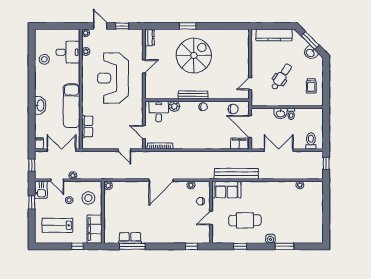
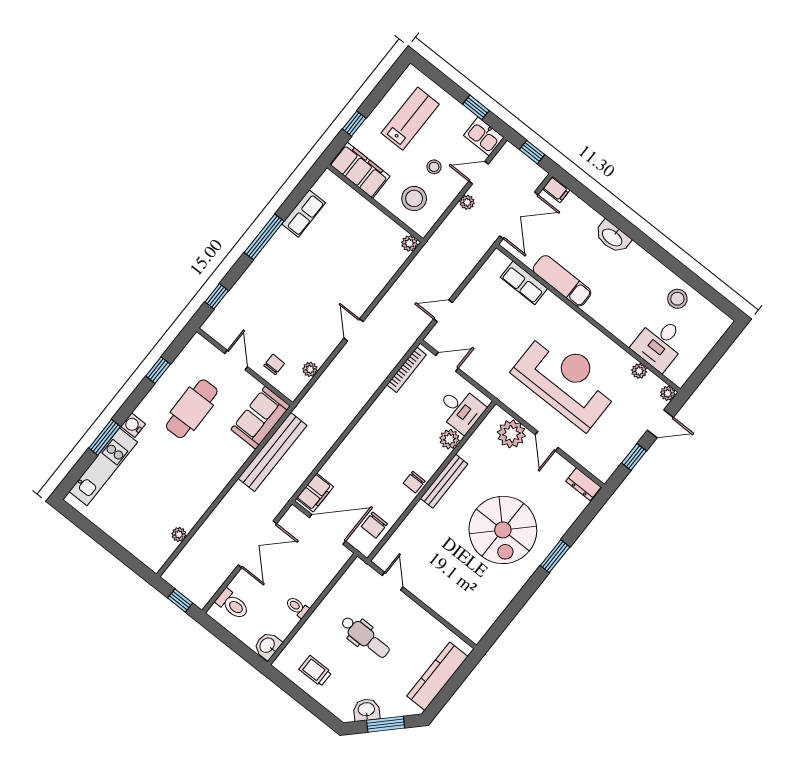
dental chair: (281, 77) -> (365, 637), turned -34
plant: (152, 83) -> (511, 434), added
exam couch: (72, 106) -> (562, 281), width x0.73, depth x0.69
washbasin: (281, 113) -> (268, 646), moved
door: (161, 180) -> (354, 330), width x0.53
kitchen unit: (297, 237) -> (103, 467), added
window: (132, 246) -> (264, 237), moved

